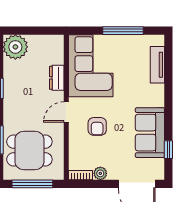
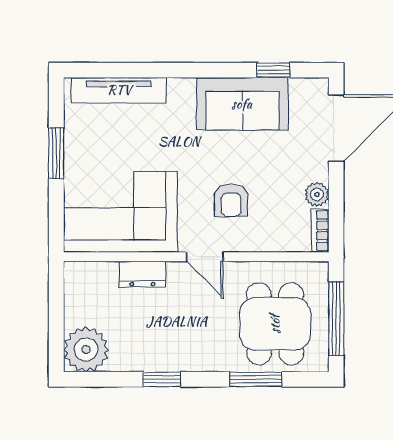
window: (123, 31) -> (56, 153), width x0.69
tv unit: (157, 65) -> (119, 90), width x1.41
armchair: (97, 126) -> (231, 200), turned 90

